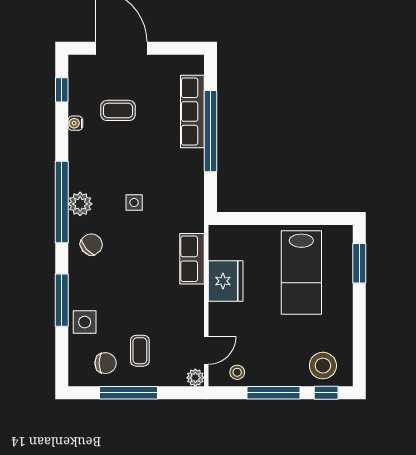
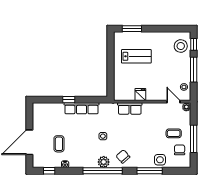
row of seats: (192, 111) -> (81, 108), moved
window: (210, 131) -> (69, 100), width x0.32
lab bench: (301, 273) -> (136, 56), width x0.73, depth x0.72
fridge: (226, 281) -> (140, 95), width x0.53, depth x0.75

